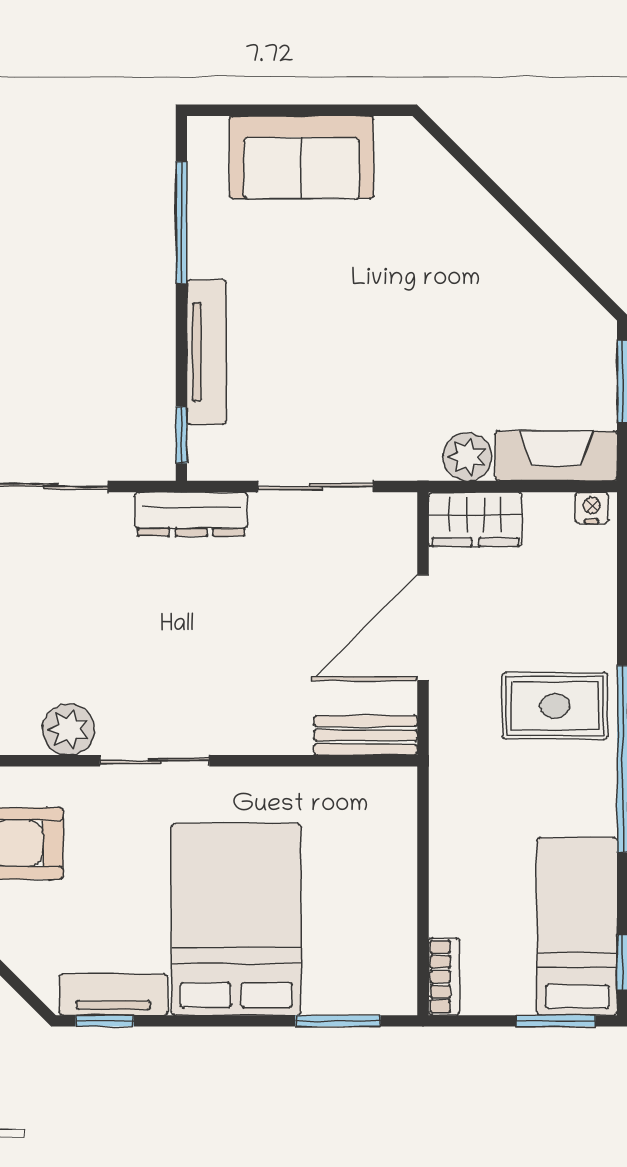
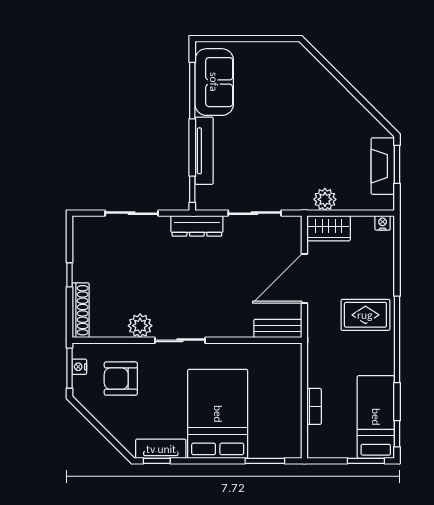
sofa: (301, 157) -> (214, 82), moved, turned -90
fireplace: (556, 456) -> (383, 166), moved, turned -90
bookcase: (444, 977) -> (314, 406), moved

